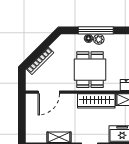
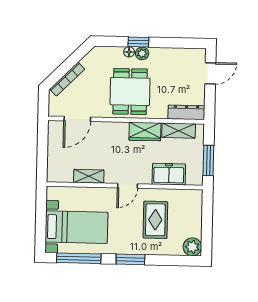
window: (96, 30) -> (138, 42), width x0.46
wardrobe: (96, 101) -> (145, 132), width x0.67

